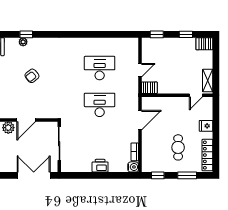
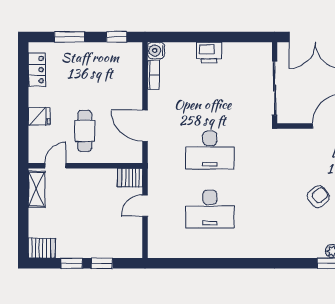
window: (157, 34) -> (102, 263), moved
door: (140, 120) -> (145, 126), hinge flipped
cafe table: (178, 147) -> (85, 131), moved
locker: (207, 155) -> (37, 70), width x0.66

